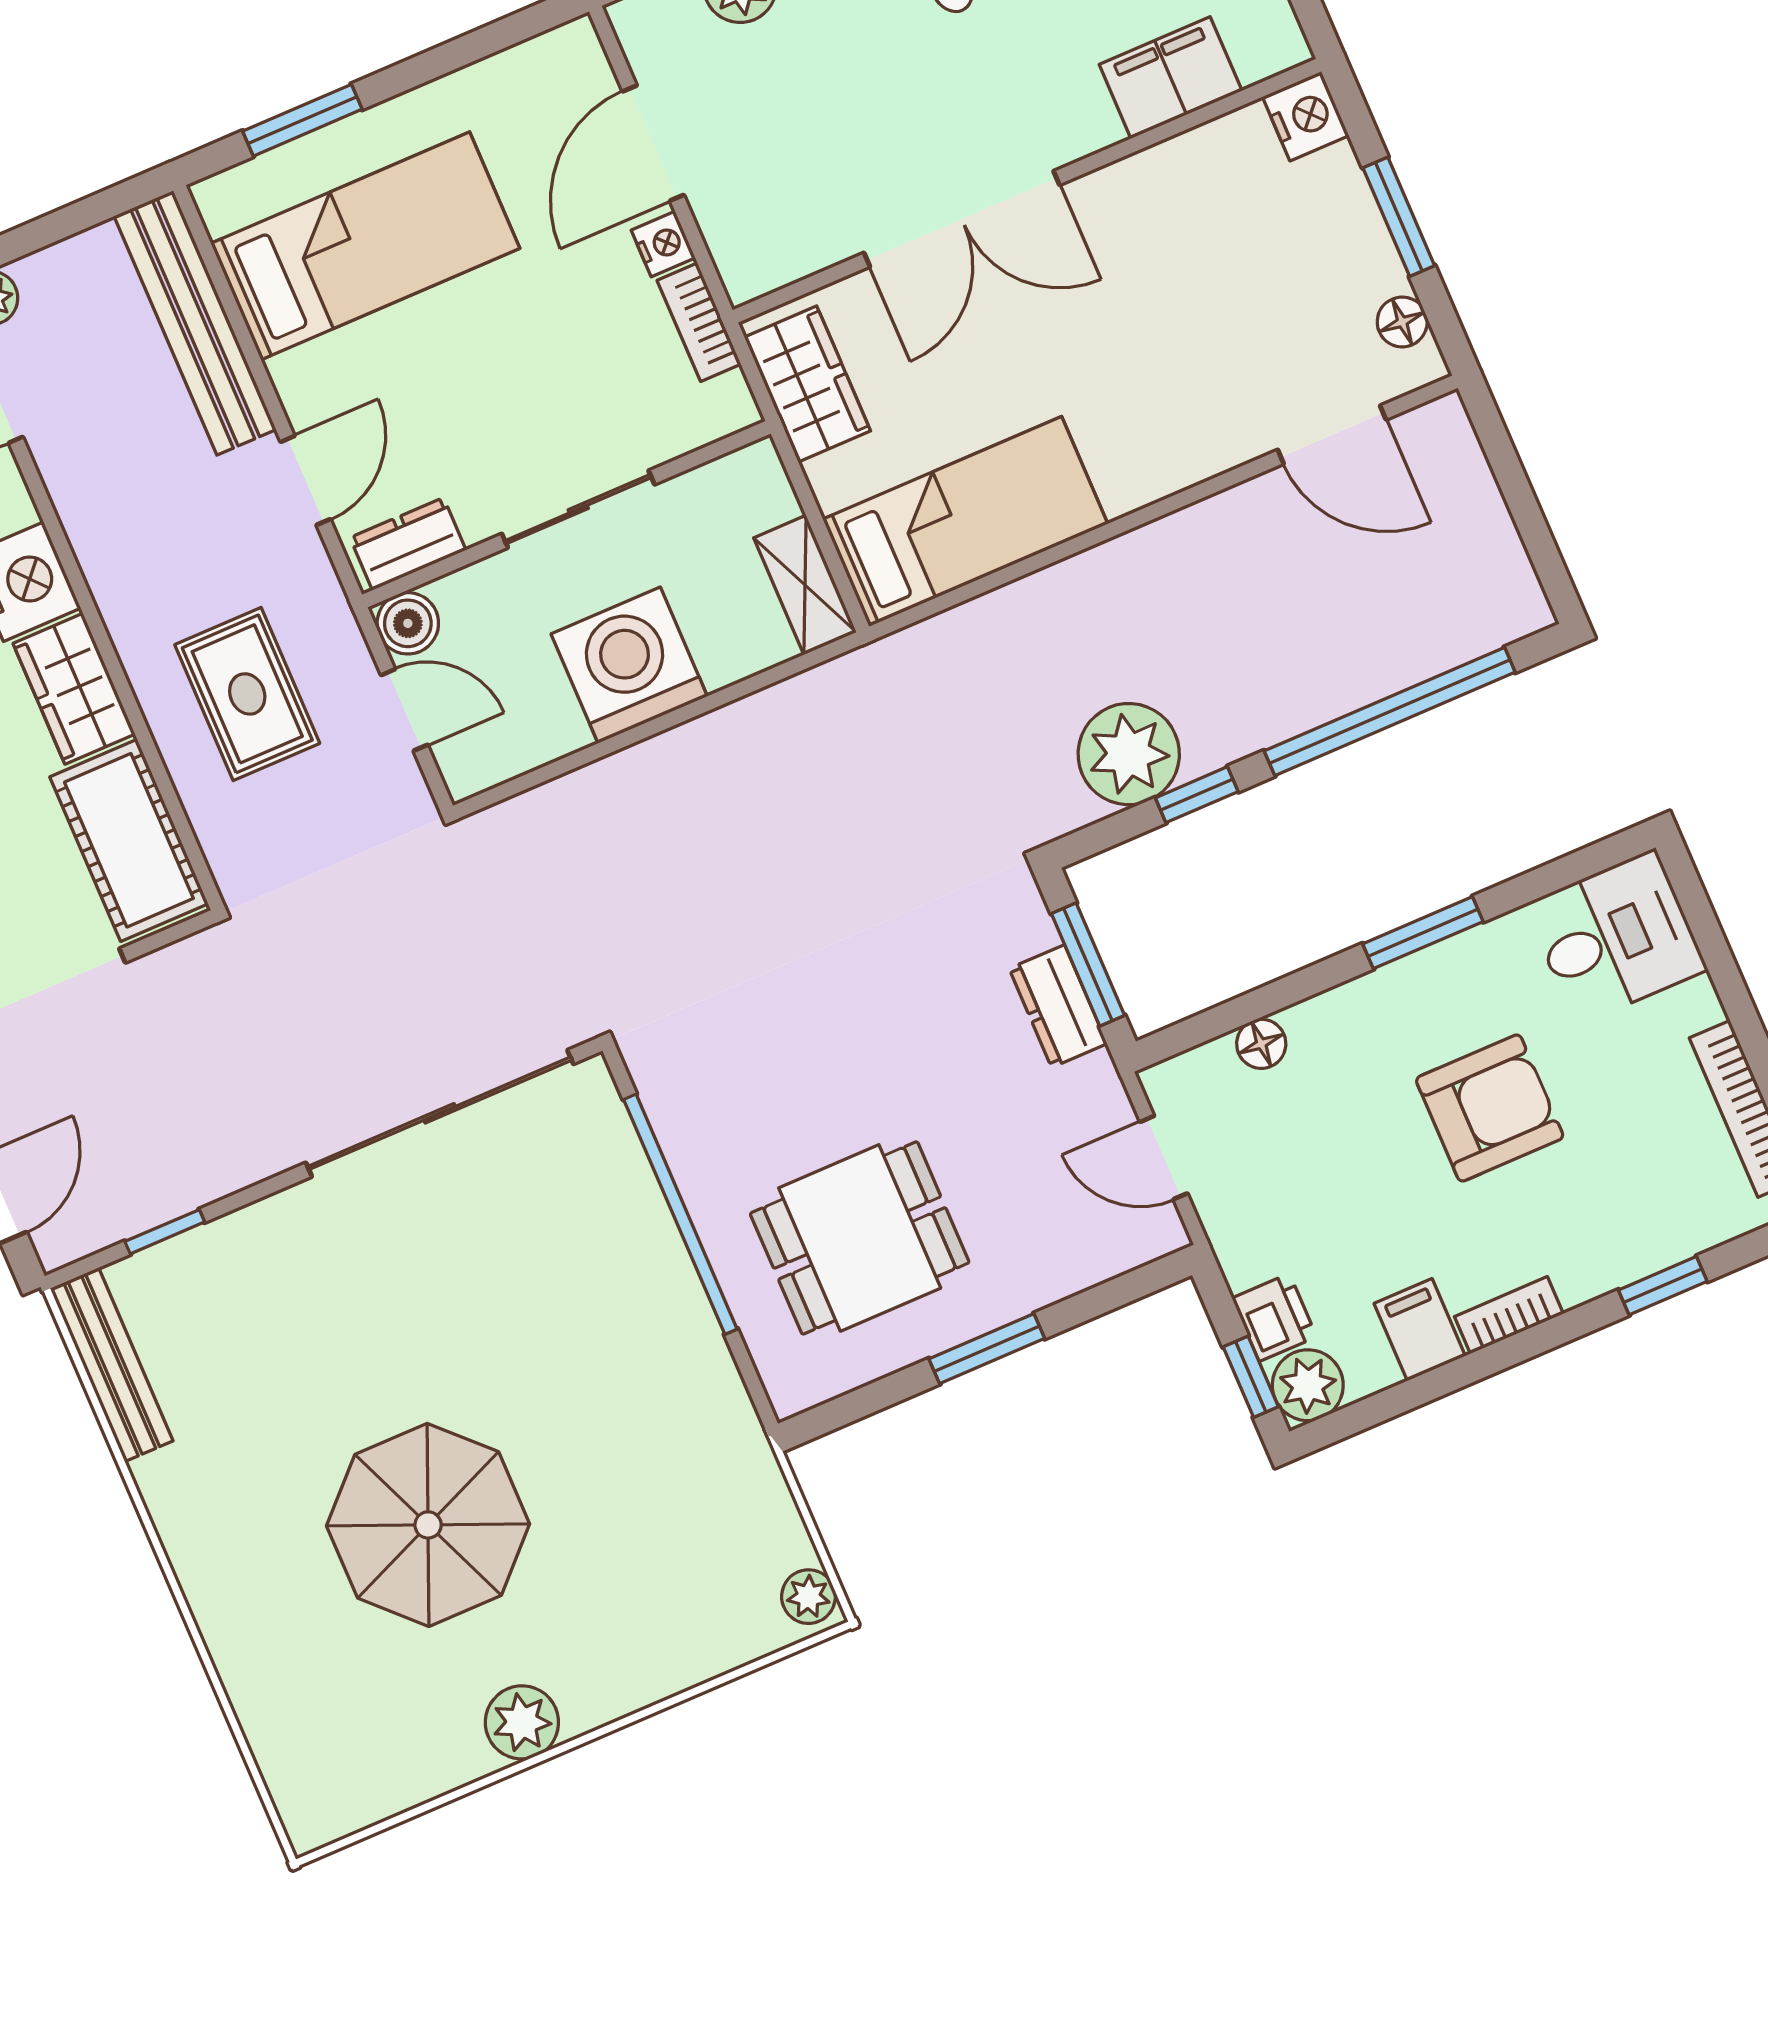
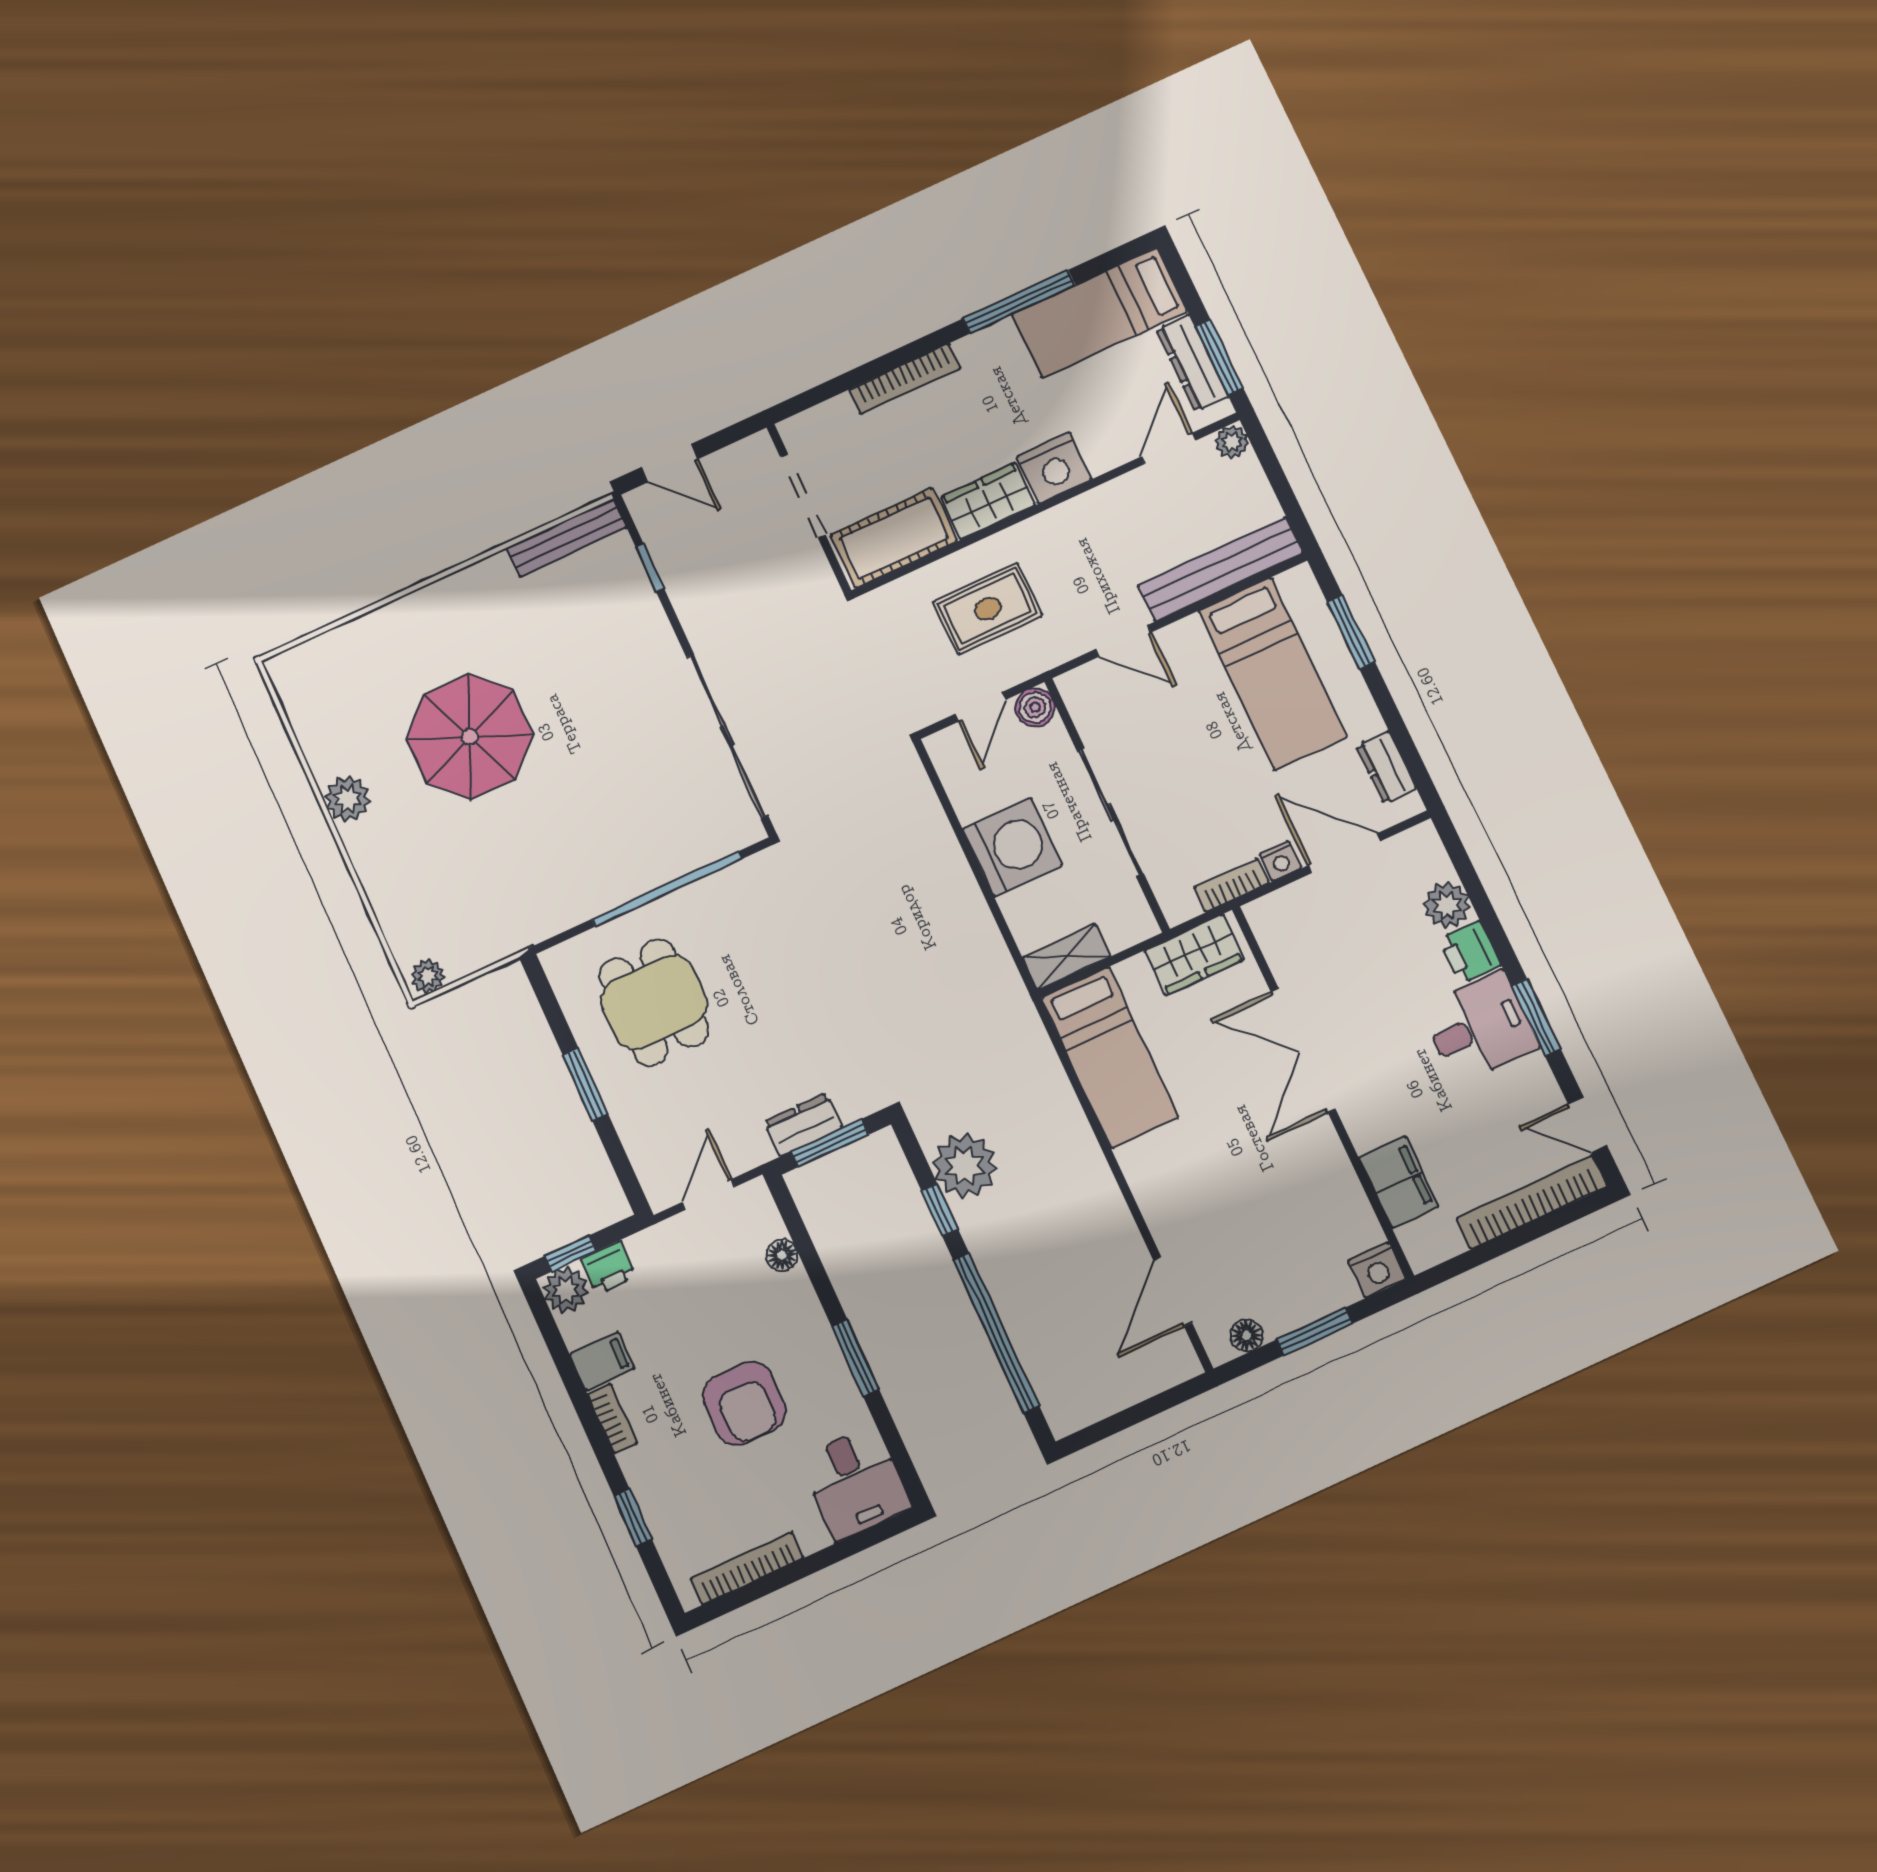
sliding door: (578, 509) -> (1110, 812), width x1.37
dresser: (408, 544) -> (1386, 767), moved, turned 180

